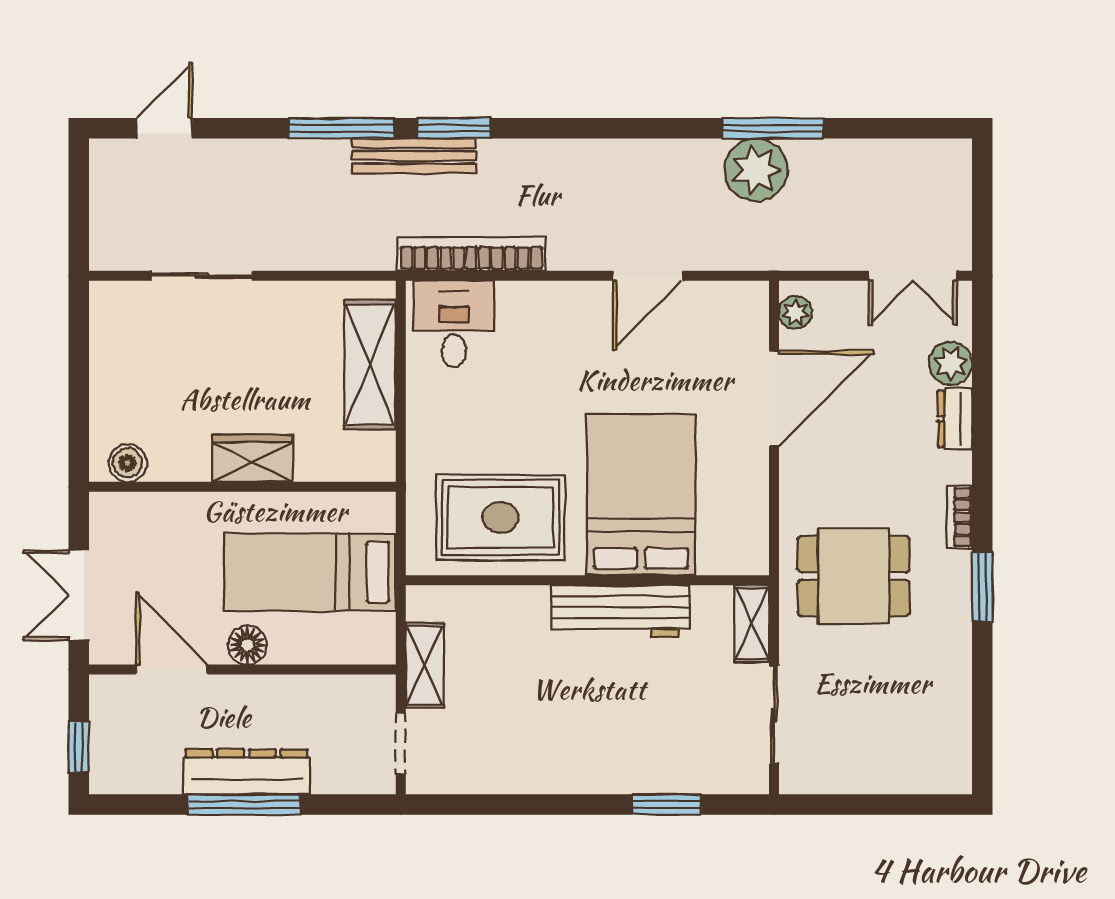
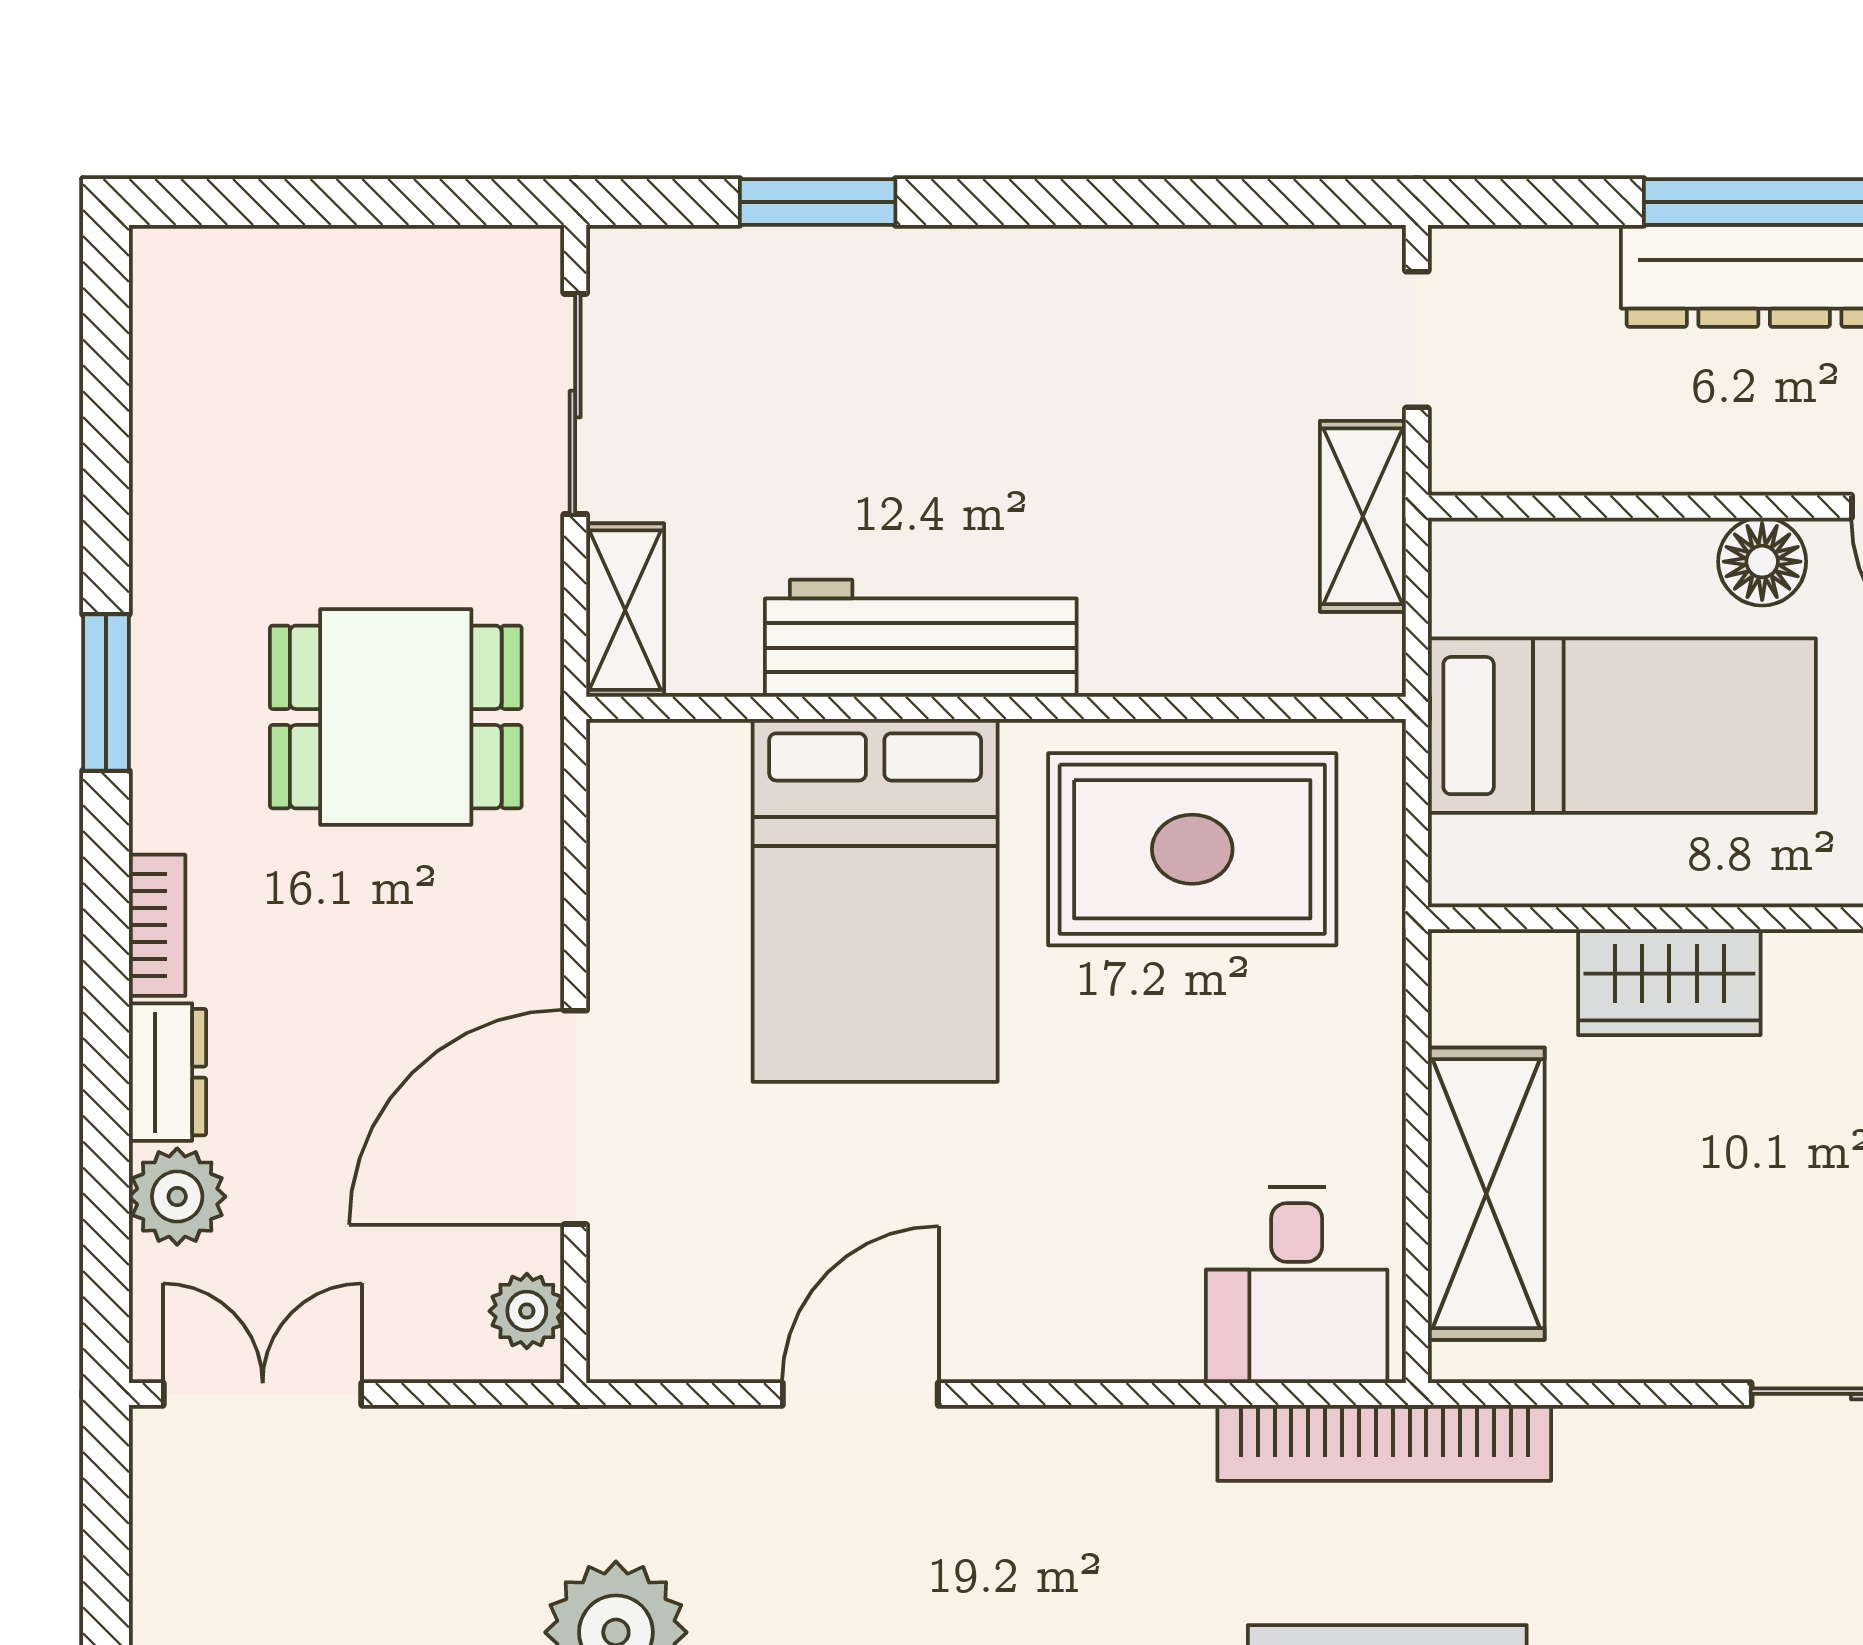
bookcase: (471, 254) -> (1384, 1443), moved
wardrobe: (252, 458) -> (1669, 982), moved
bookcase: (960, 517) -> (157, 925), moved

